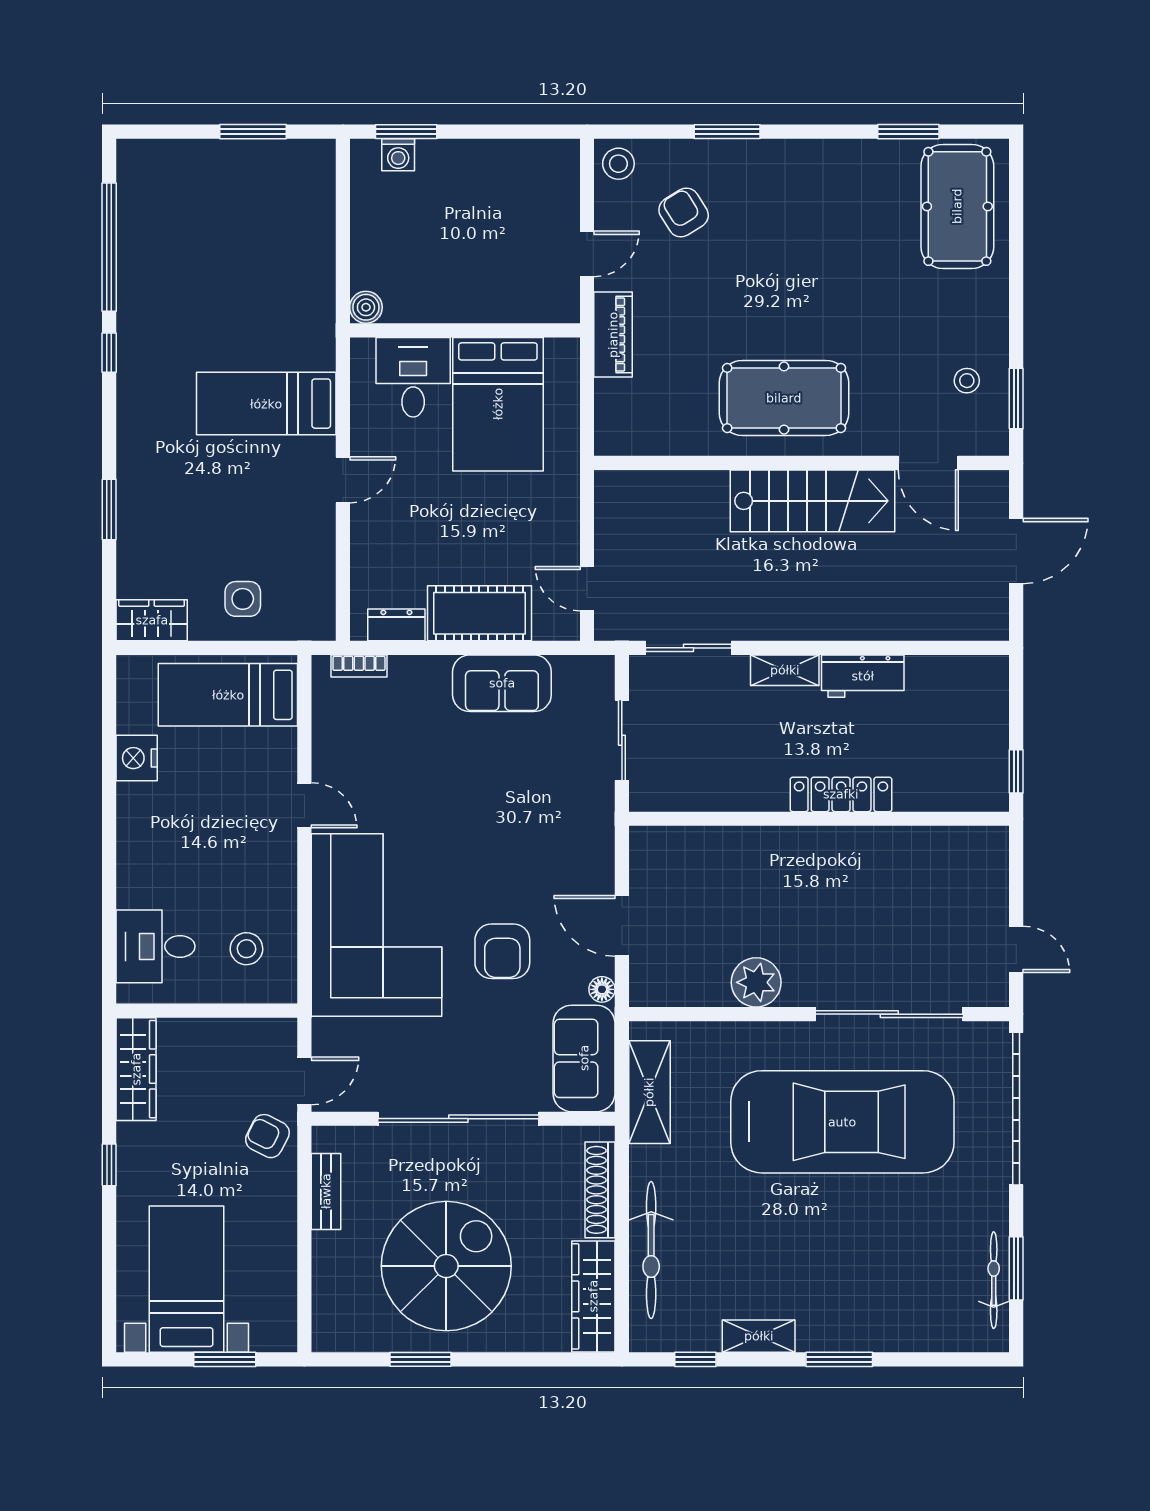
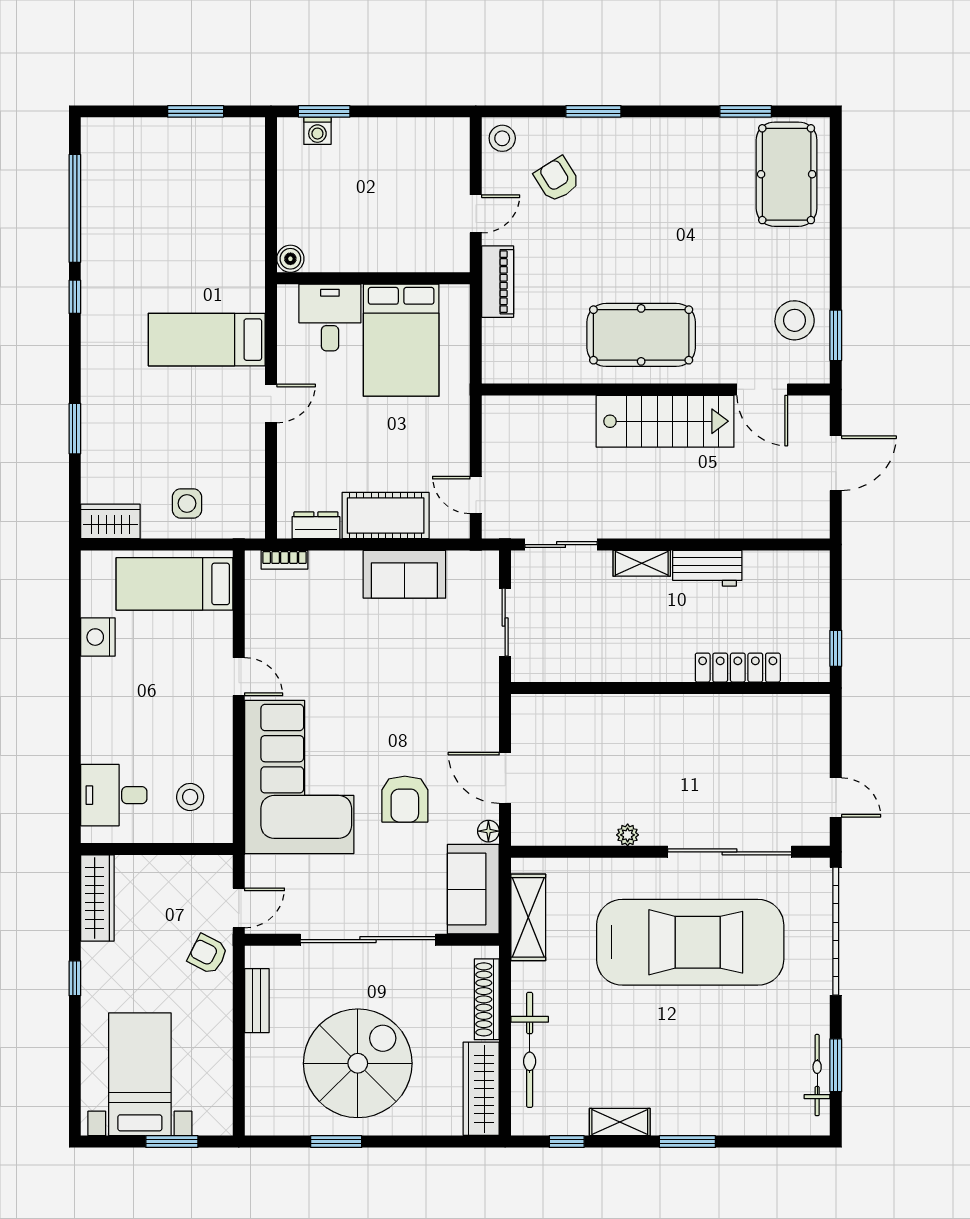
stool: (967, 381) -> (795, 320), width x1.89, depth x1.89
locker: (841, 794) -> (738, 668), moved
plant: (756, 982) -> (628, 835), width x0.53, depth x0.53

